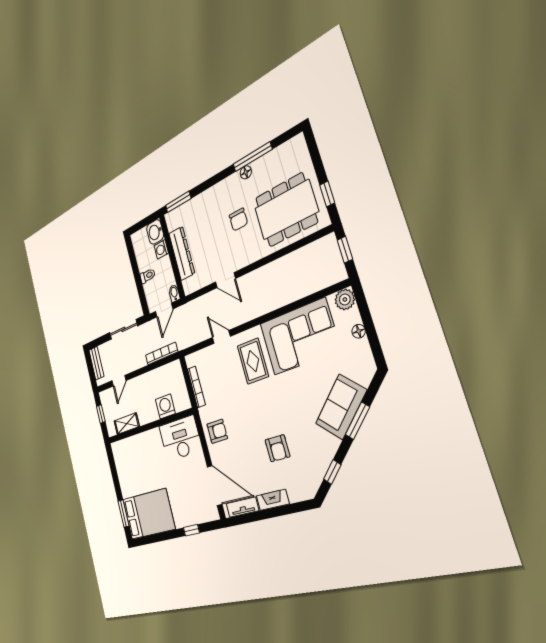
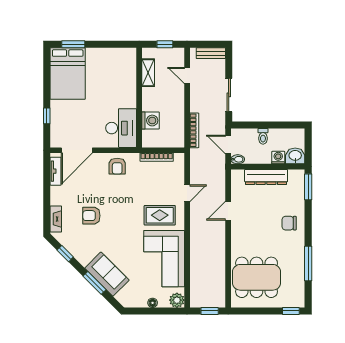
floor lamp: (246, 172) -> (300, 254), removed
window: (327, 194) -> (291, 311), moved
dining table: (286, 210) -> (257, 277), turned 90
chair: (238, 220) -> (289, 223), moved
fireplace: (273, 500) -> (56, 219), moved

